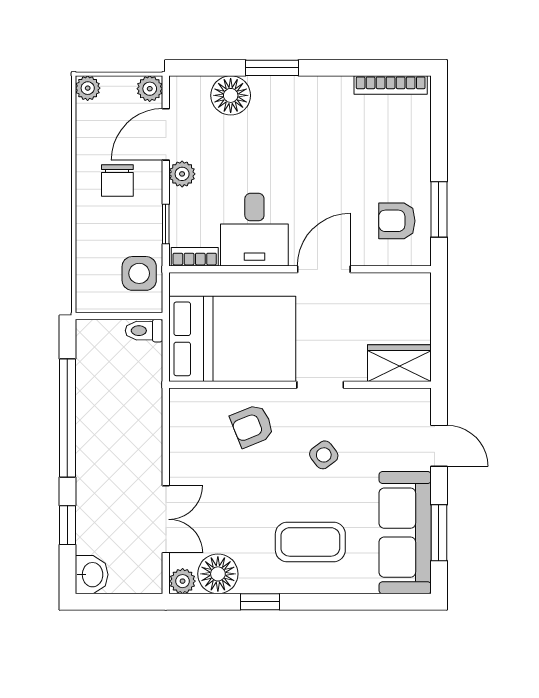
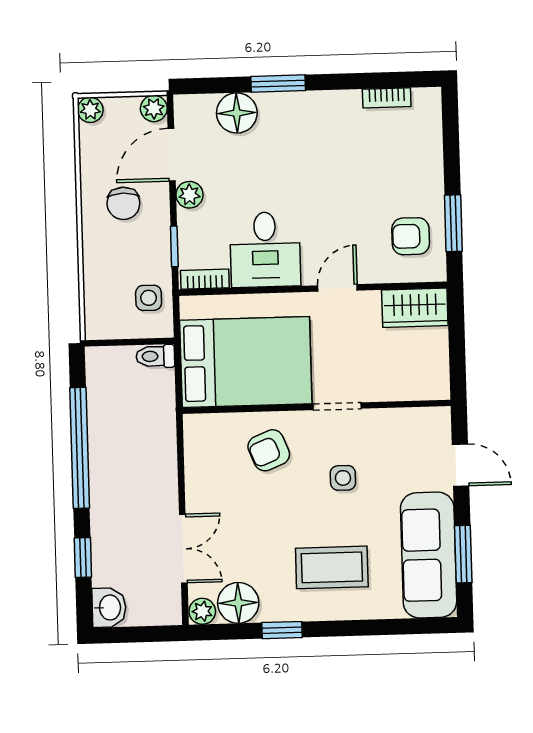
bookcase: (391, 85) -> (387, 98), width x0.64
door: (324, 269) -> (337, 288), width x0.73
side table: (139, 273) -> (149, 298), width x0.73, depth x0.73
wardrobe: (399, 363) -> (415, 308), moved, turned 180
side table: (324, 455) -> (343, 478), turned 37

